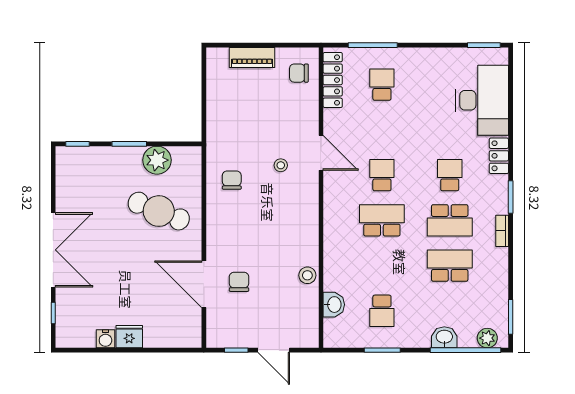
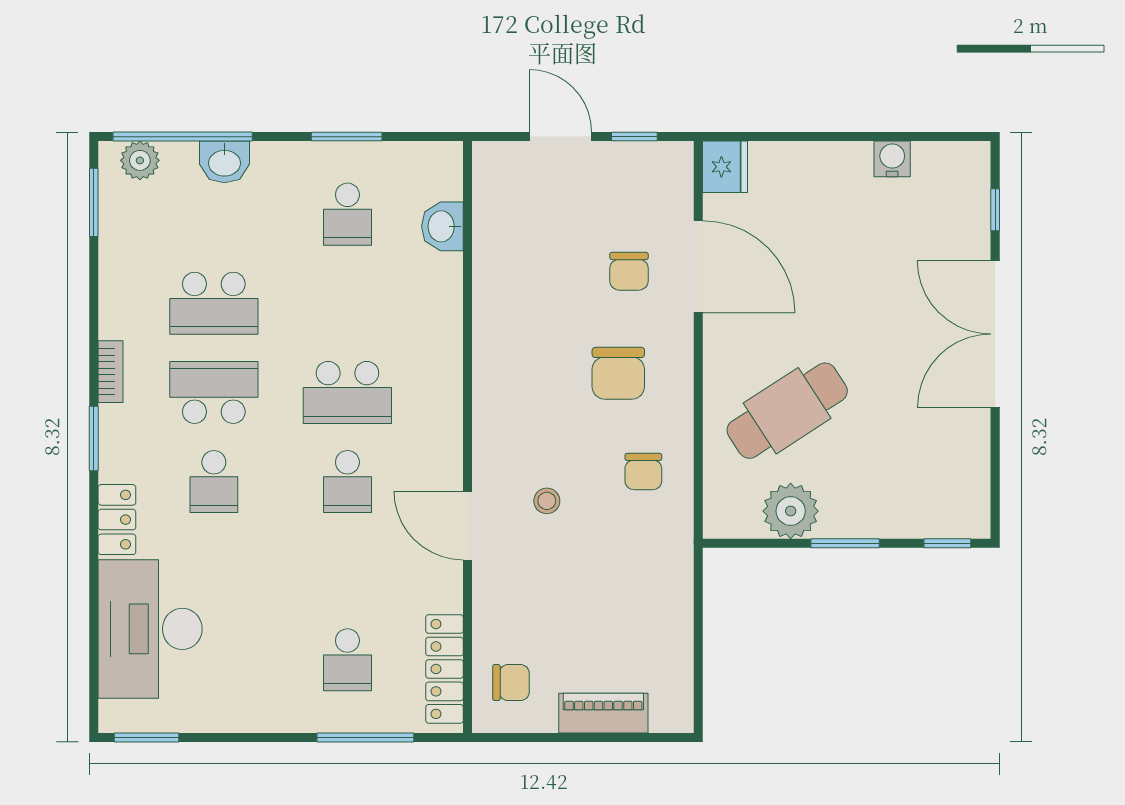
cafe table: (159, 211) -> (787, 411), turned -55
chair: (244, 230) -> (618, 373), added
stool: (307, 275) -> (494, 284), removed
school desk: (382, 311) -> (347, 214), turned 180
fridge: (129, 337) -> (725, 167), moved, turned -90

